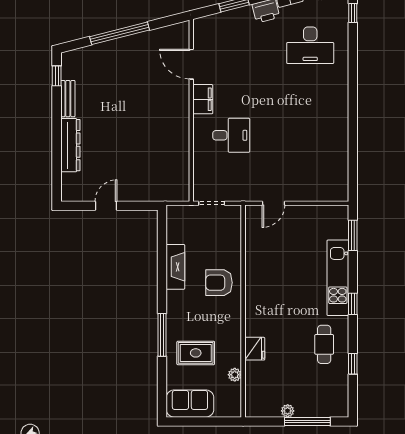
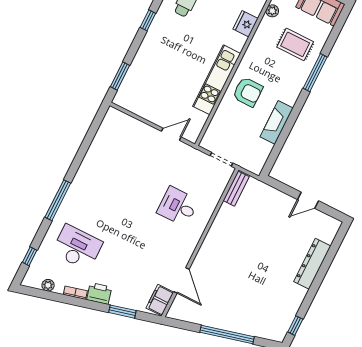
window: (353, 82) -> (58, 200), added
bench: (68, 99) -> (236, 189), moved
filing cabinet: (203, 99) -> (160, 300), moved
kitchen unit: (338, 278) -> (217, 80), moved, turned 180

